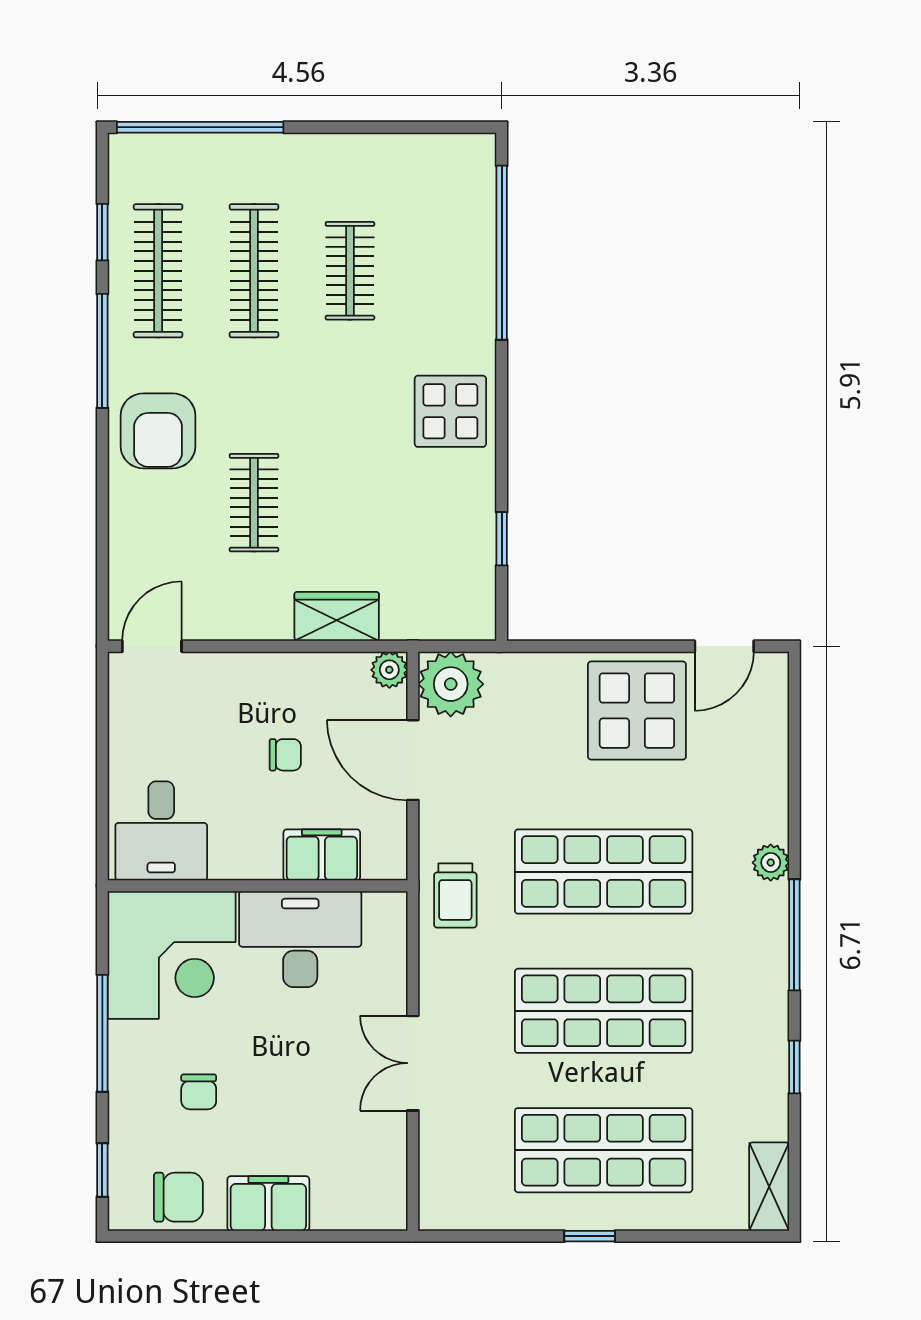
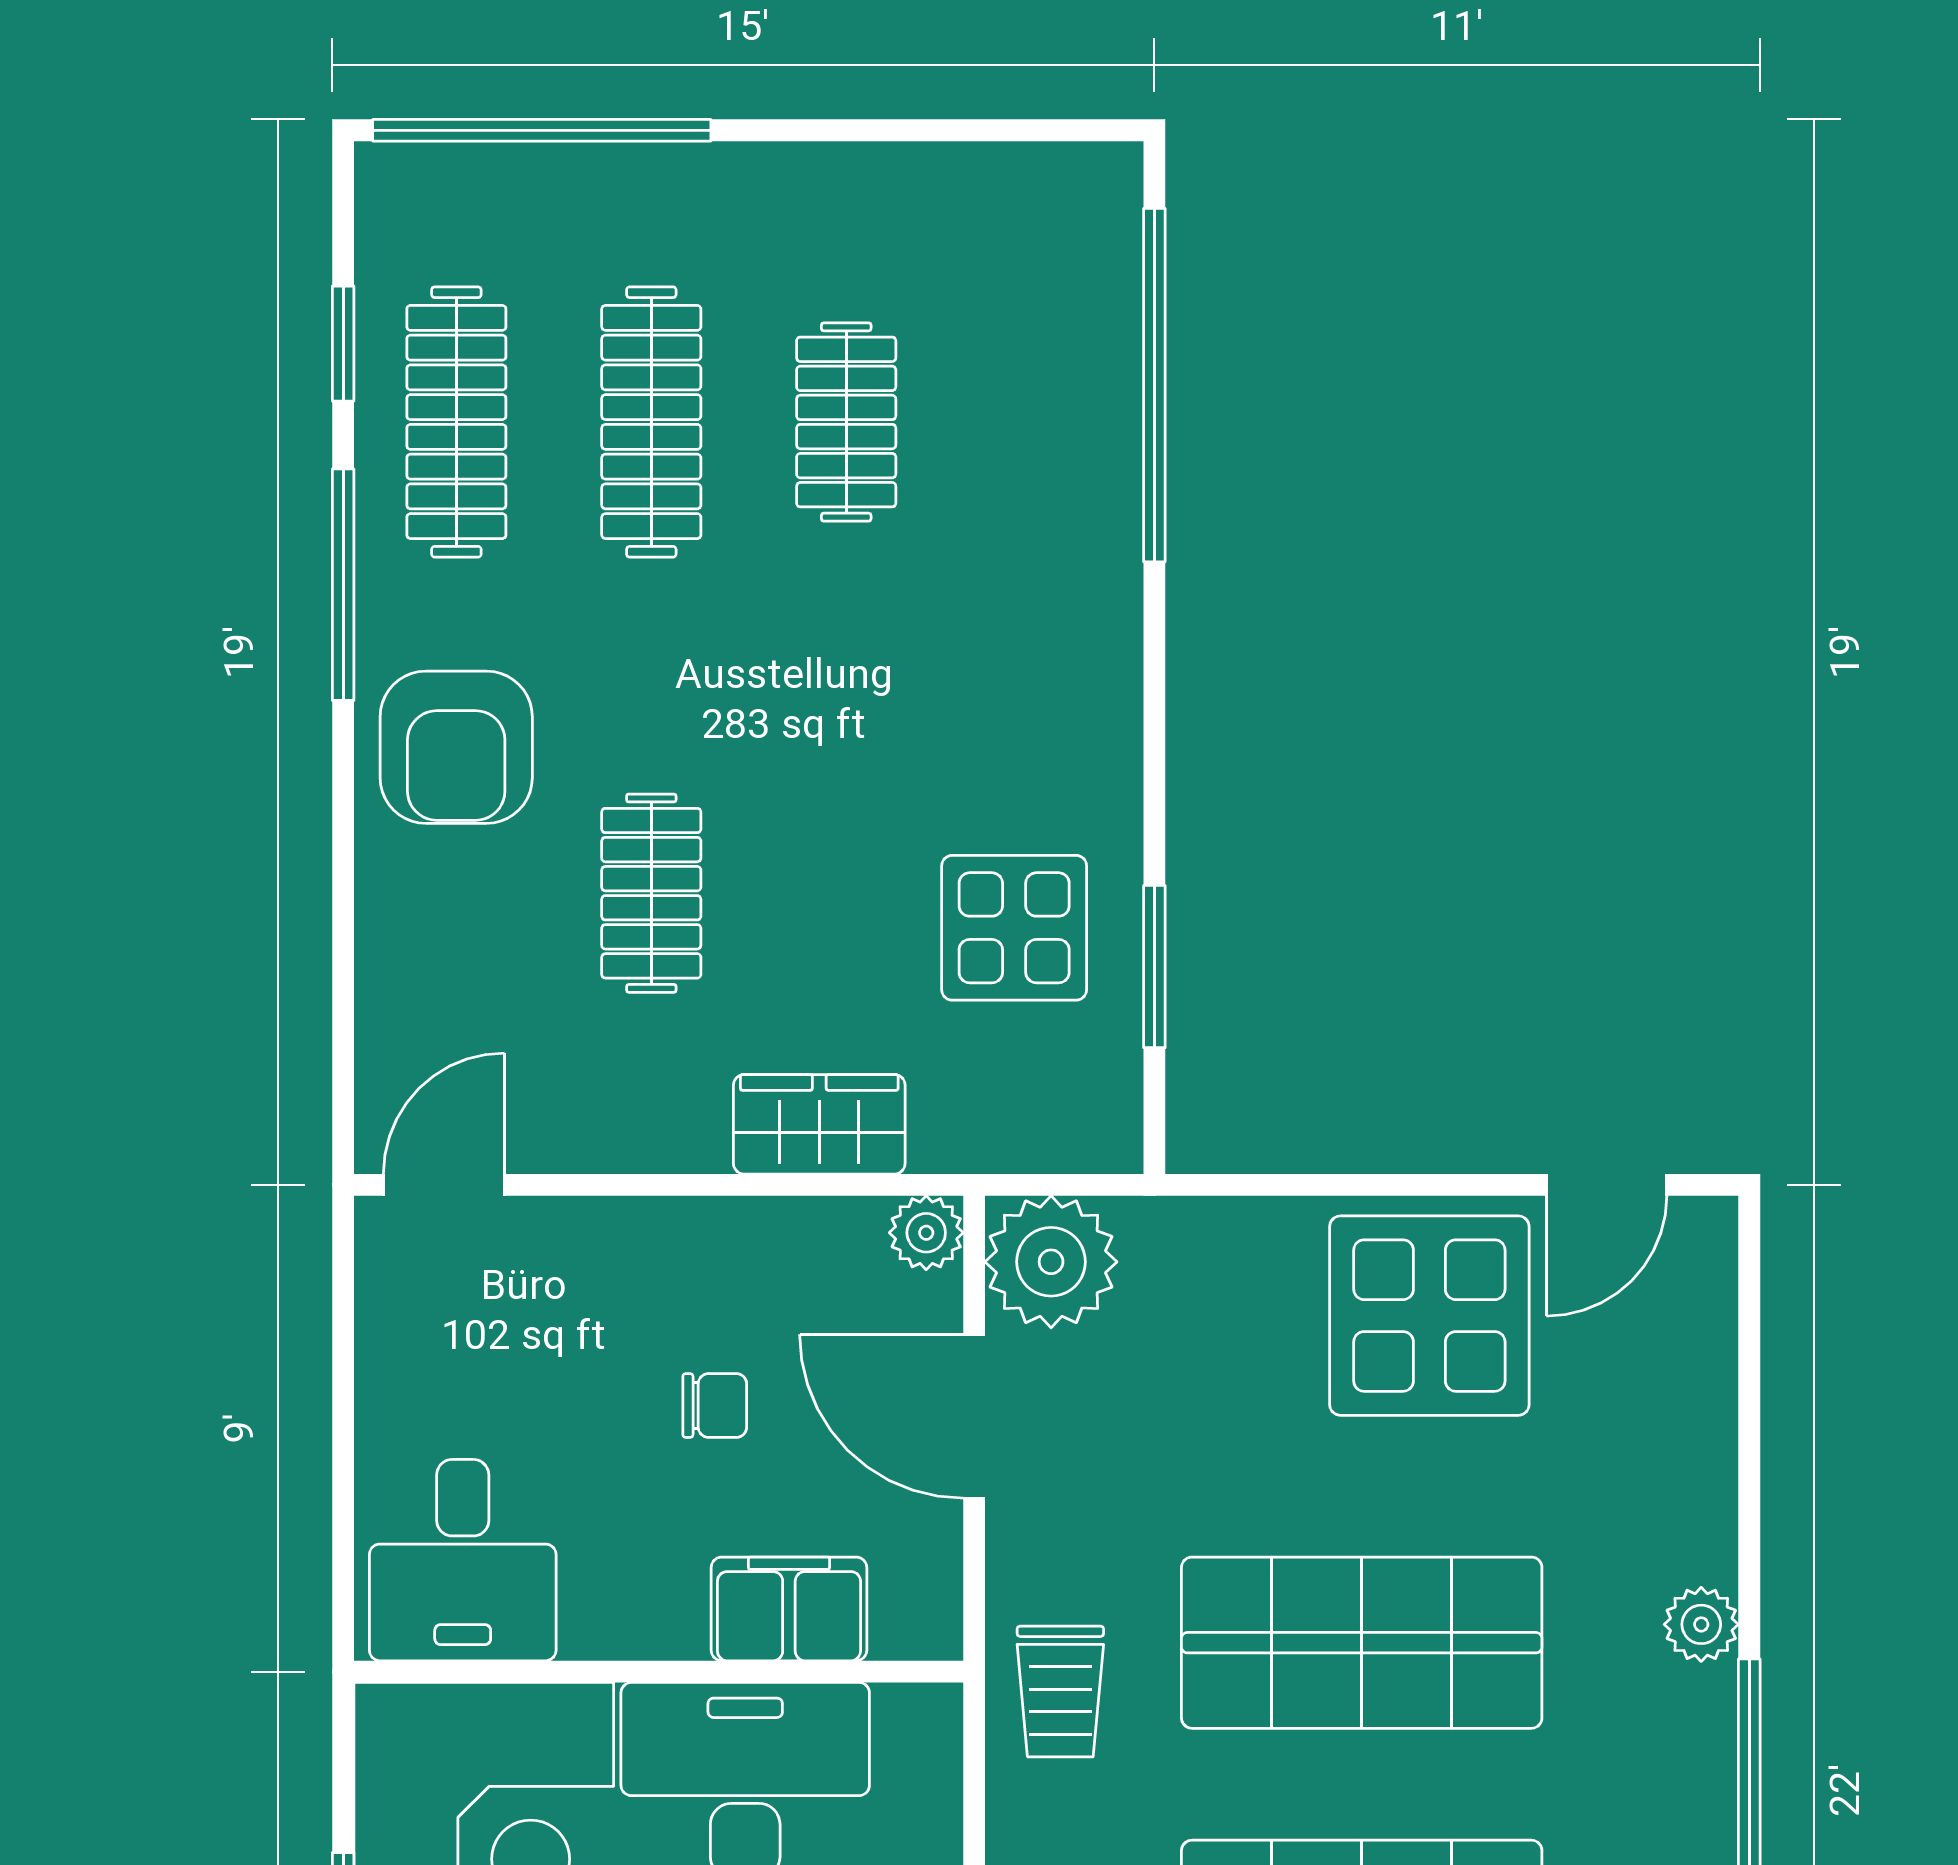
display table: (450, 411) -> (1014, 928), moved
window: (502, 539) -> (1154, 967), width x1.50

